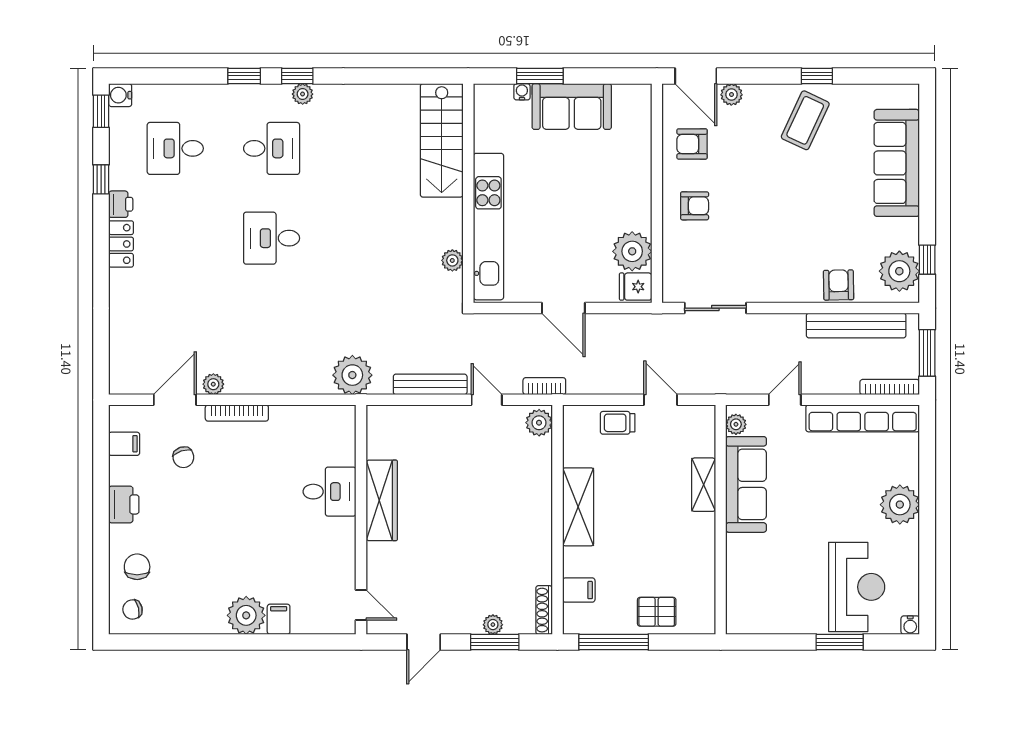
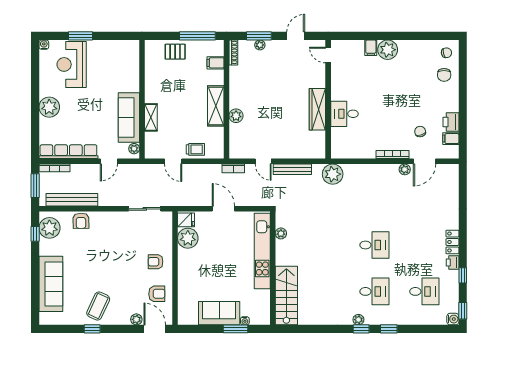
desk: (272, 148) -> (374, 291), turned 180
plant: (539, 423) -> (236, 116), moved
printer: (124, 504) -> (451, 122), moved

